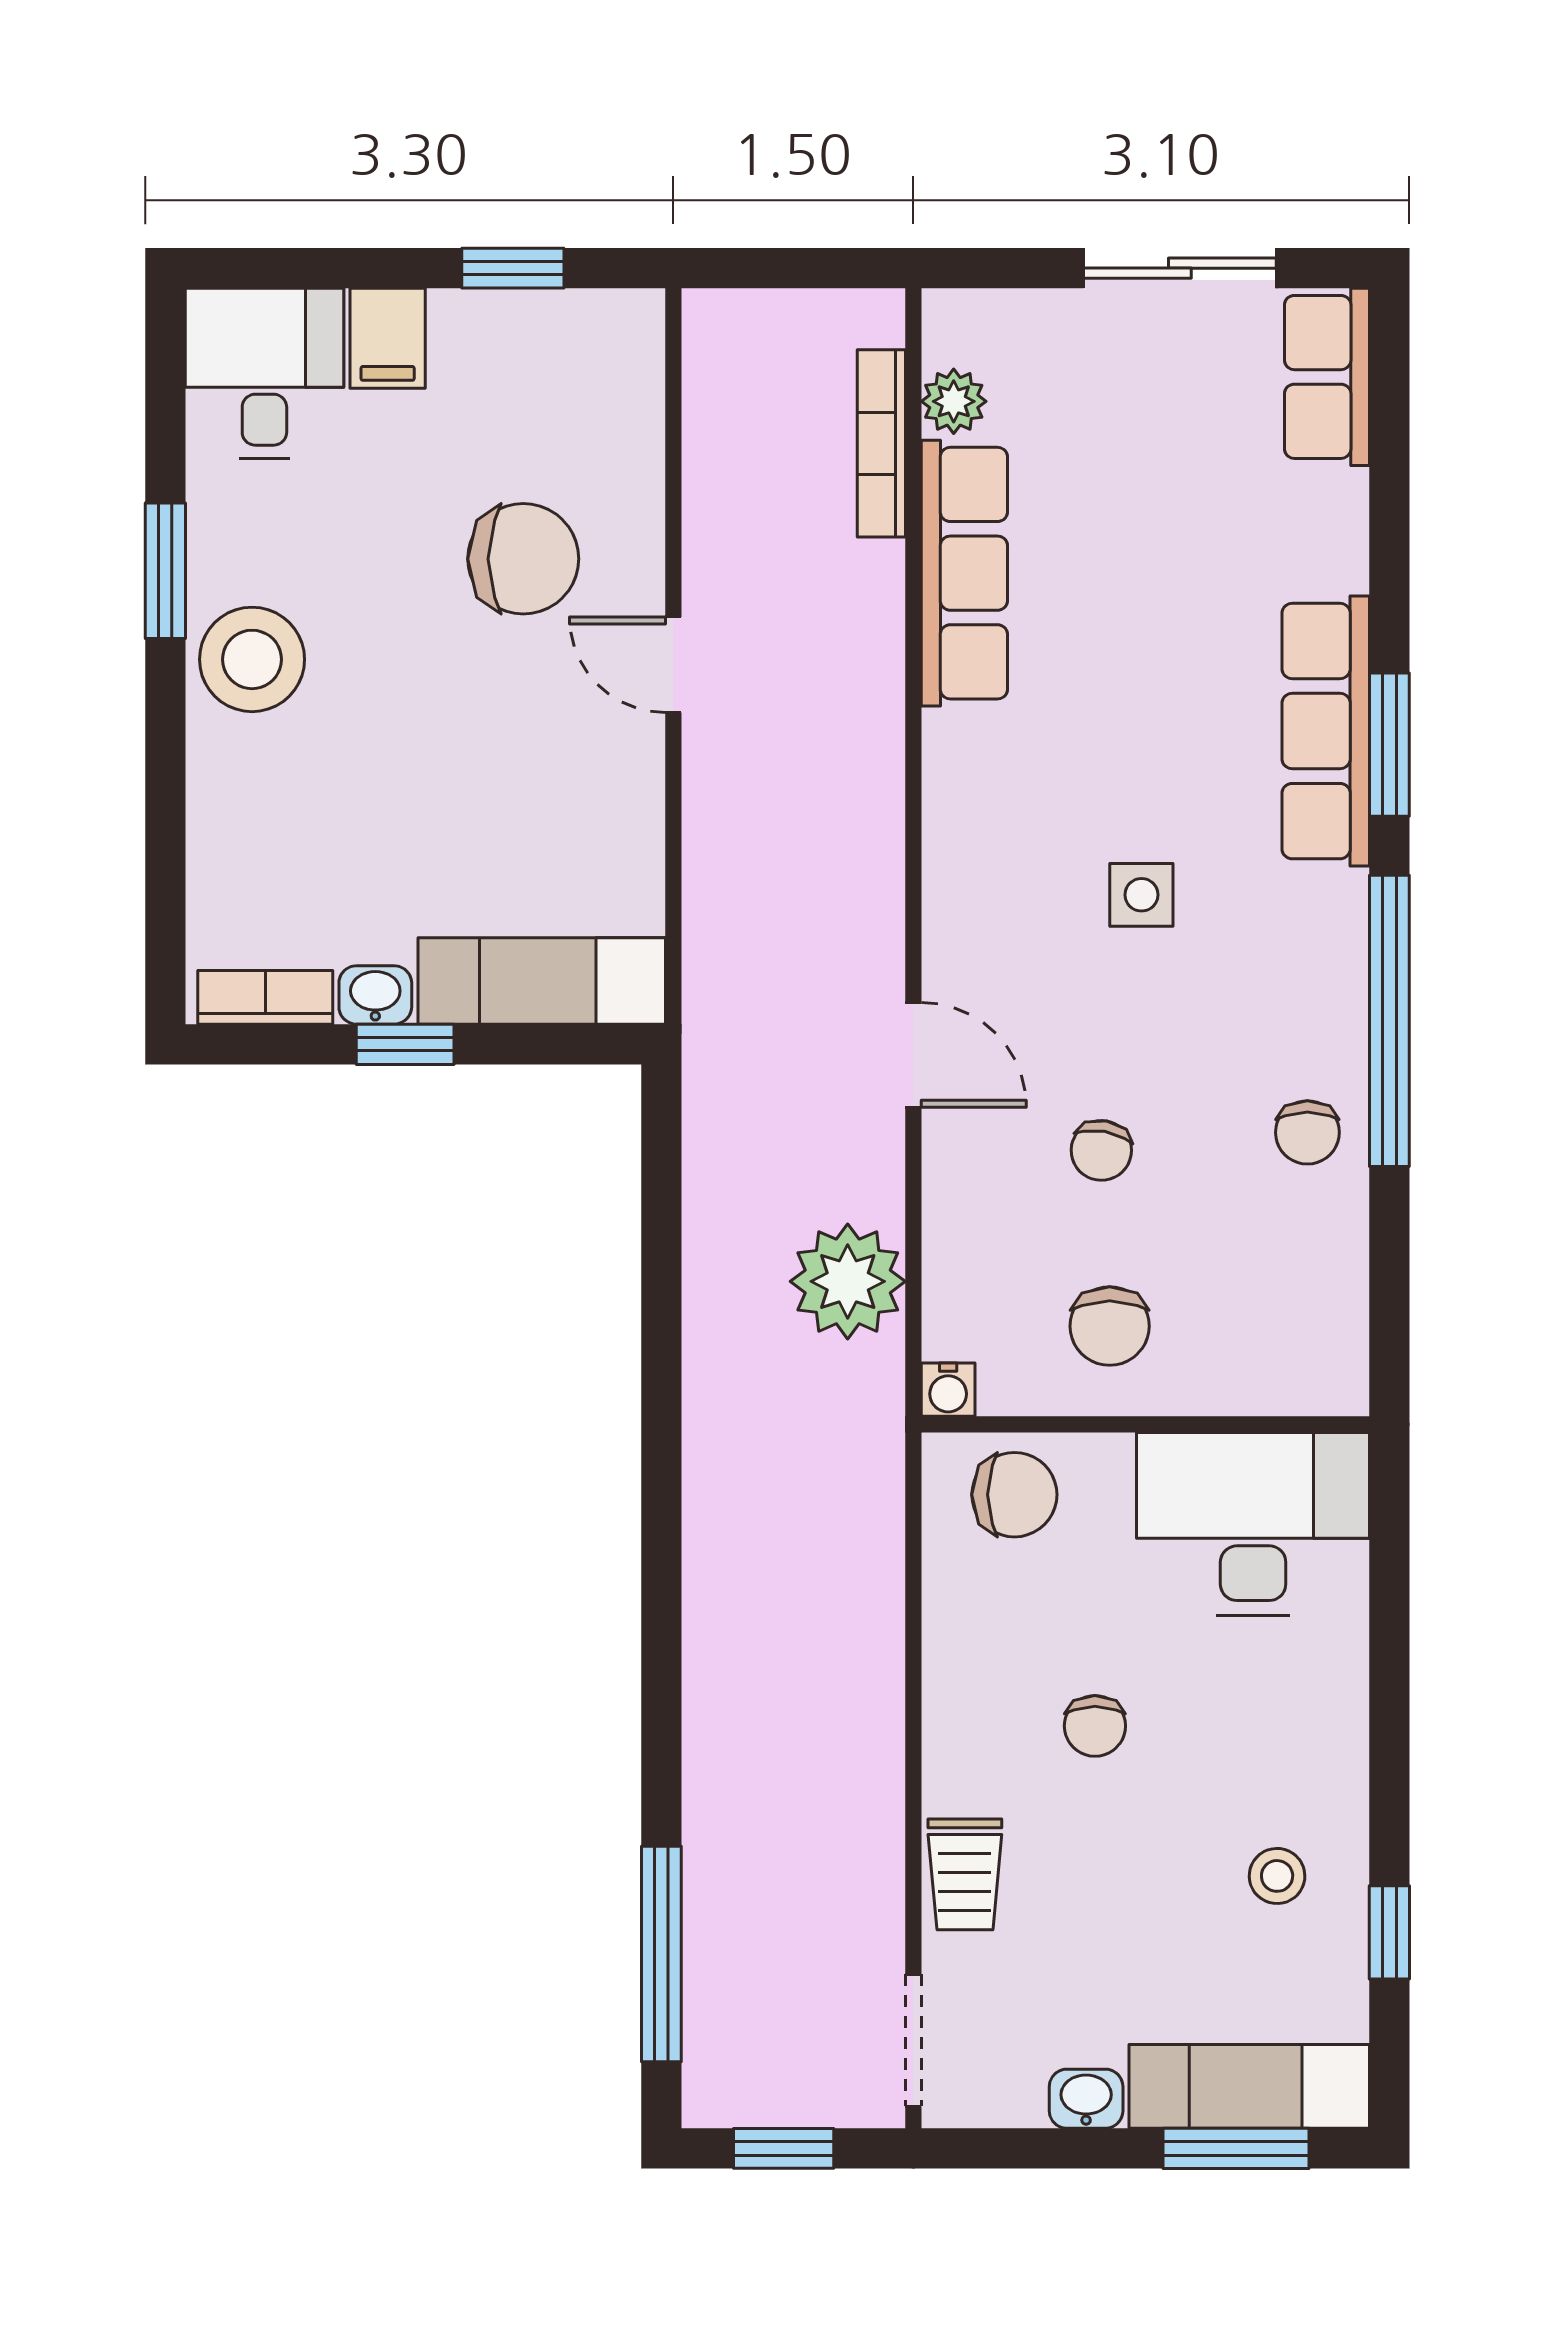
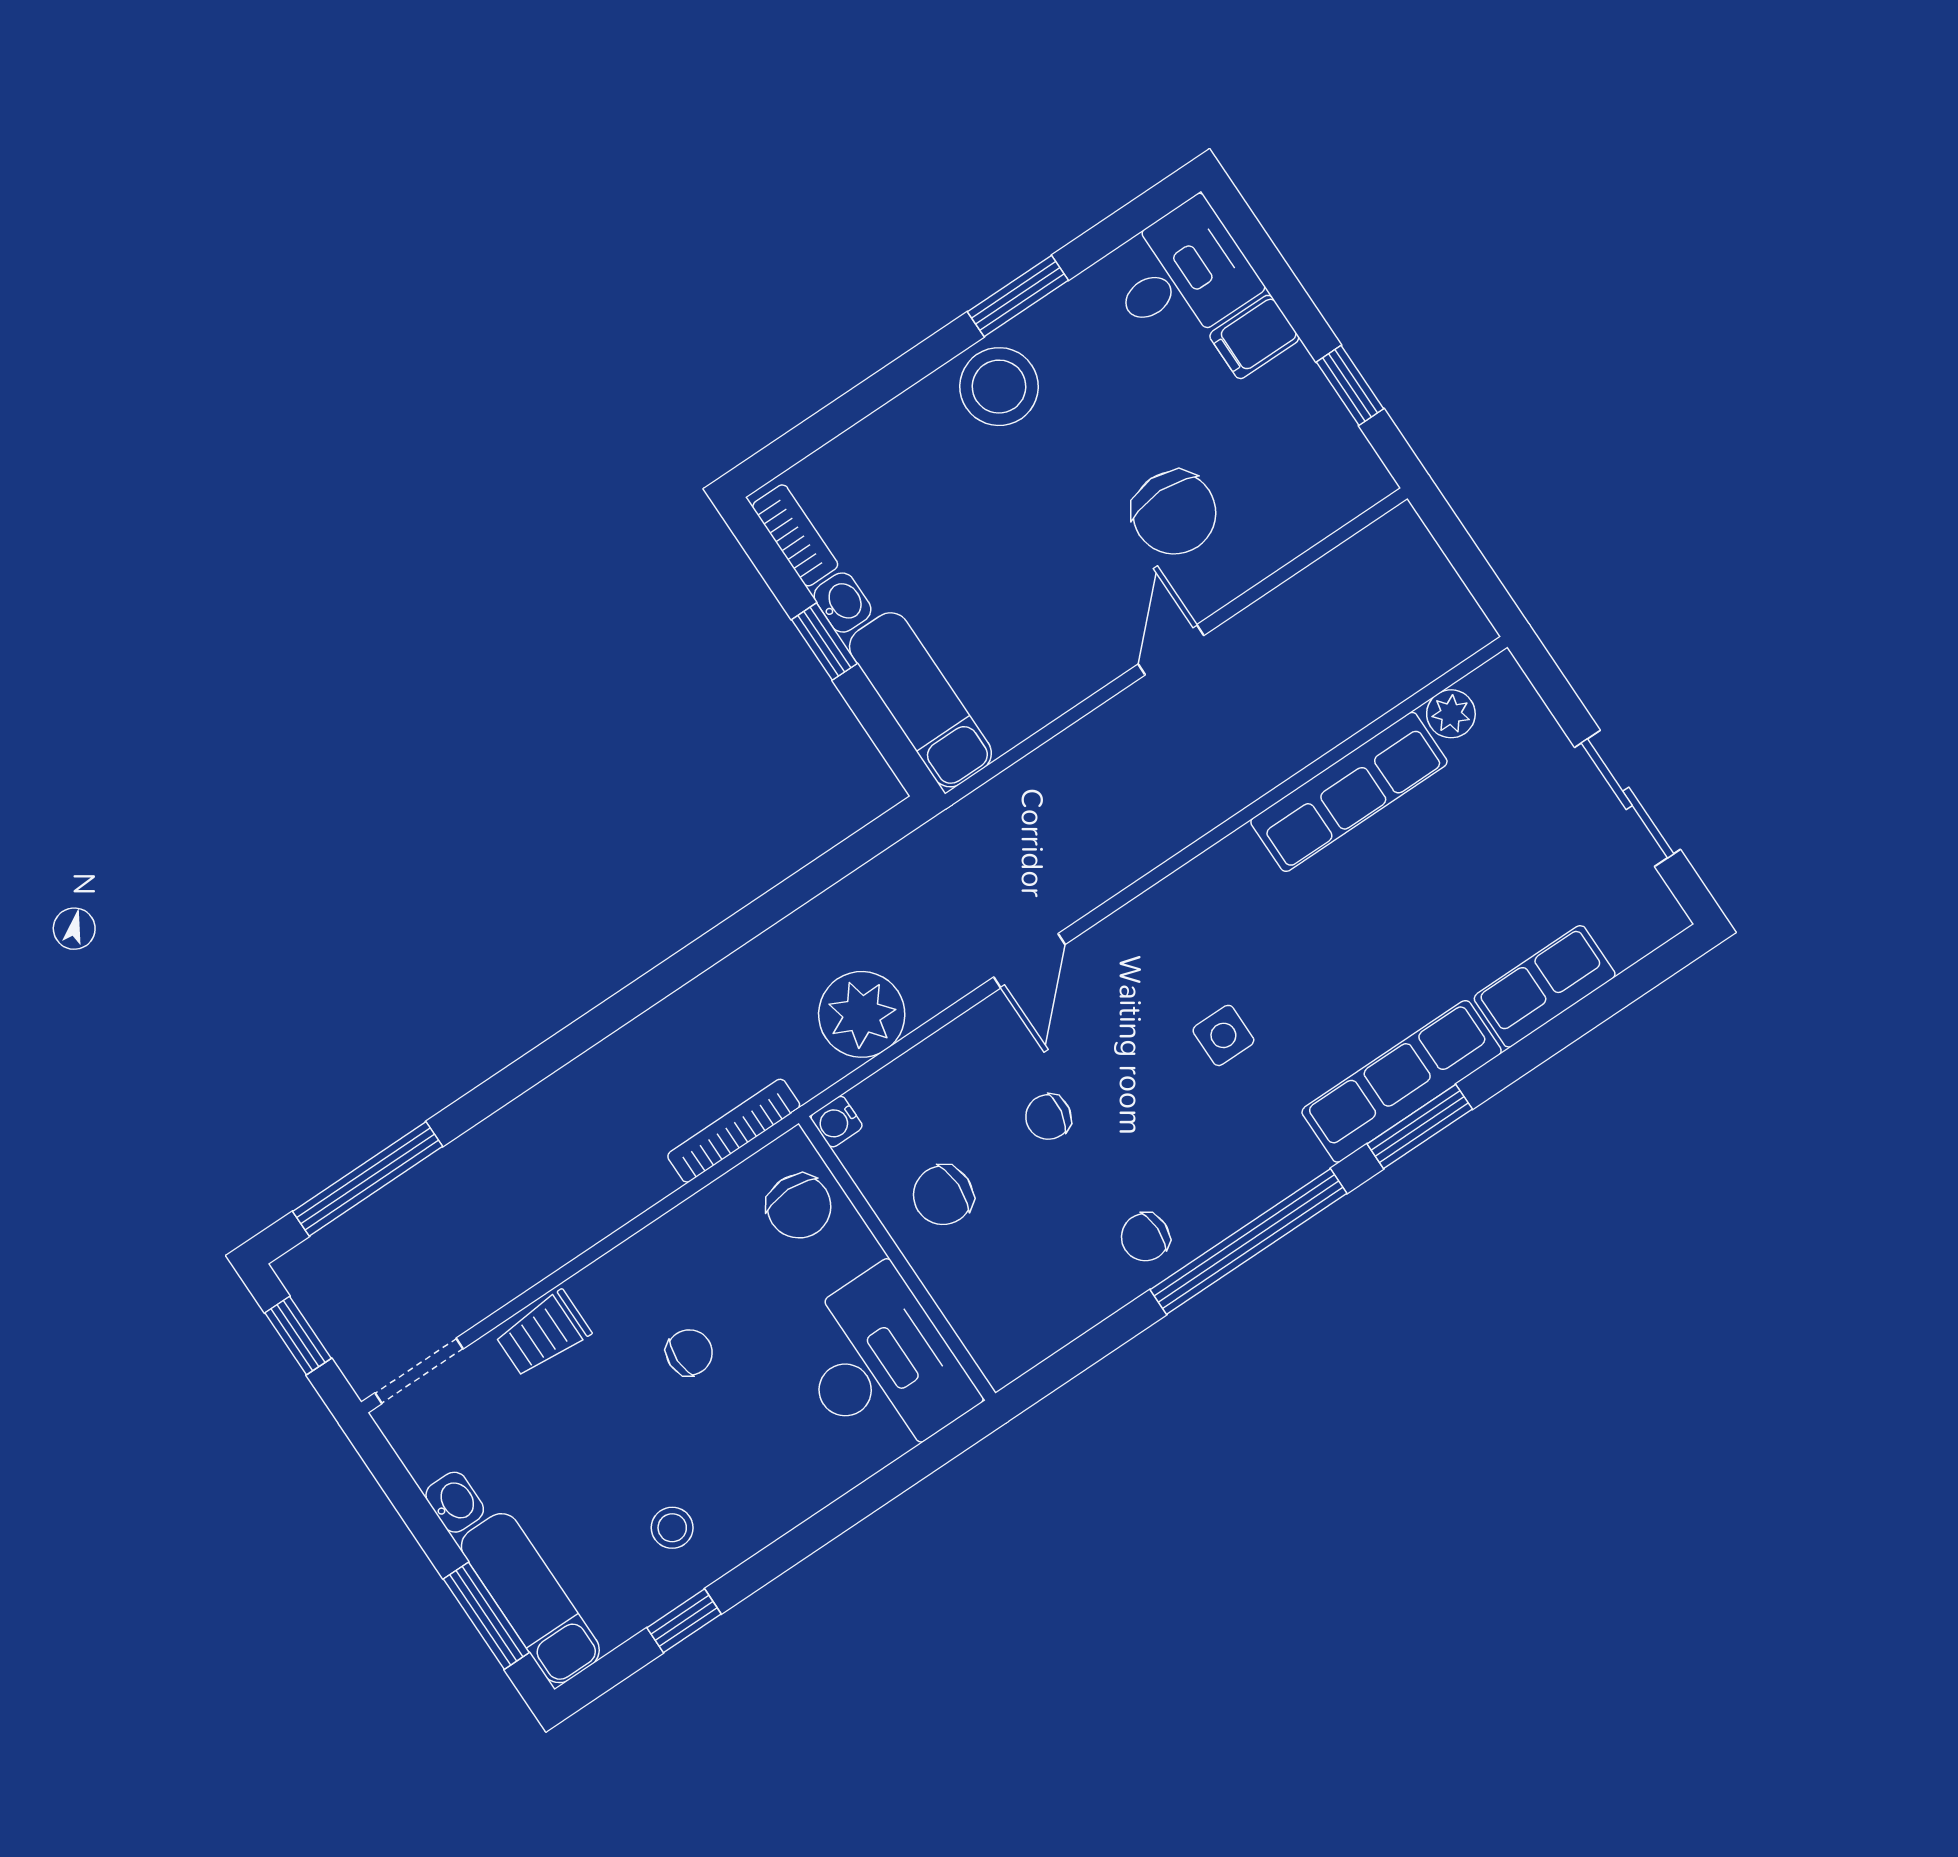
row of seats: (1327, 377) -> (1545, 986), moved
bookcase: (881, 443) -> (734, 1131), moved
chair: (1095, 1726) -> (689, 1353), turned 180

